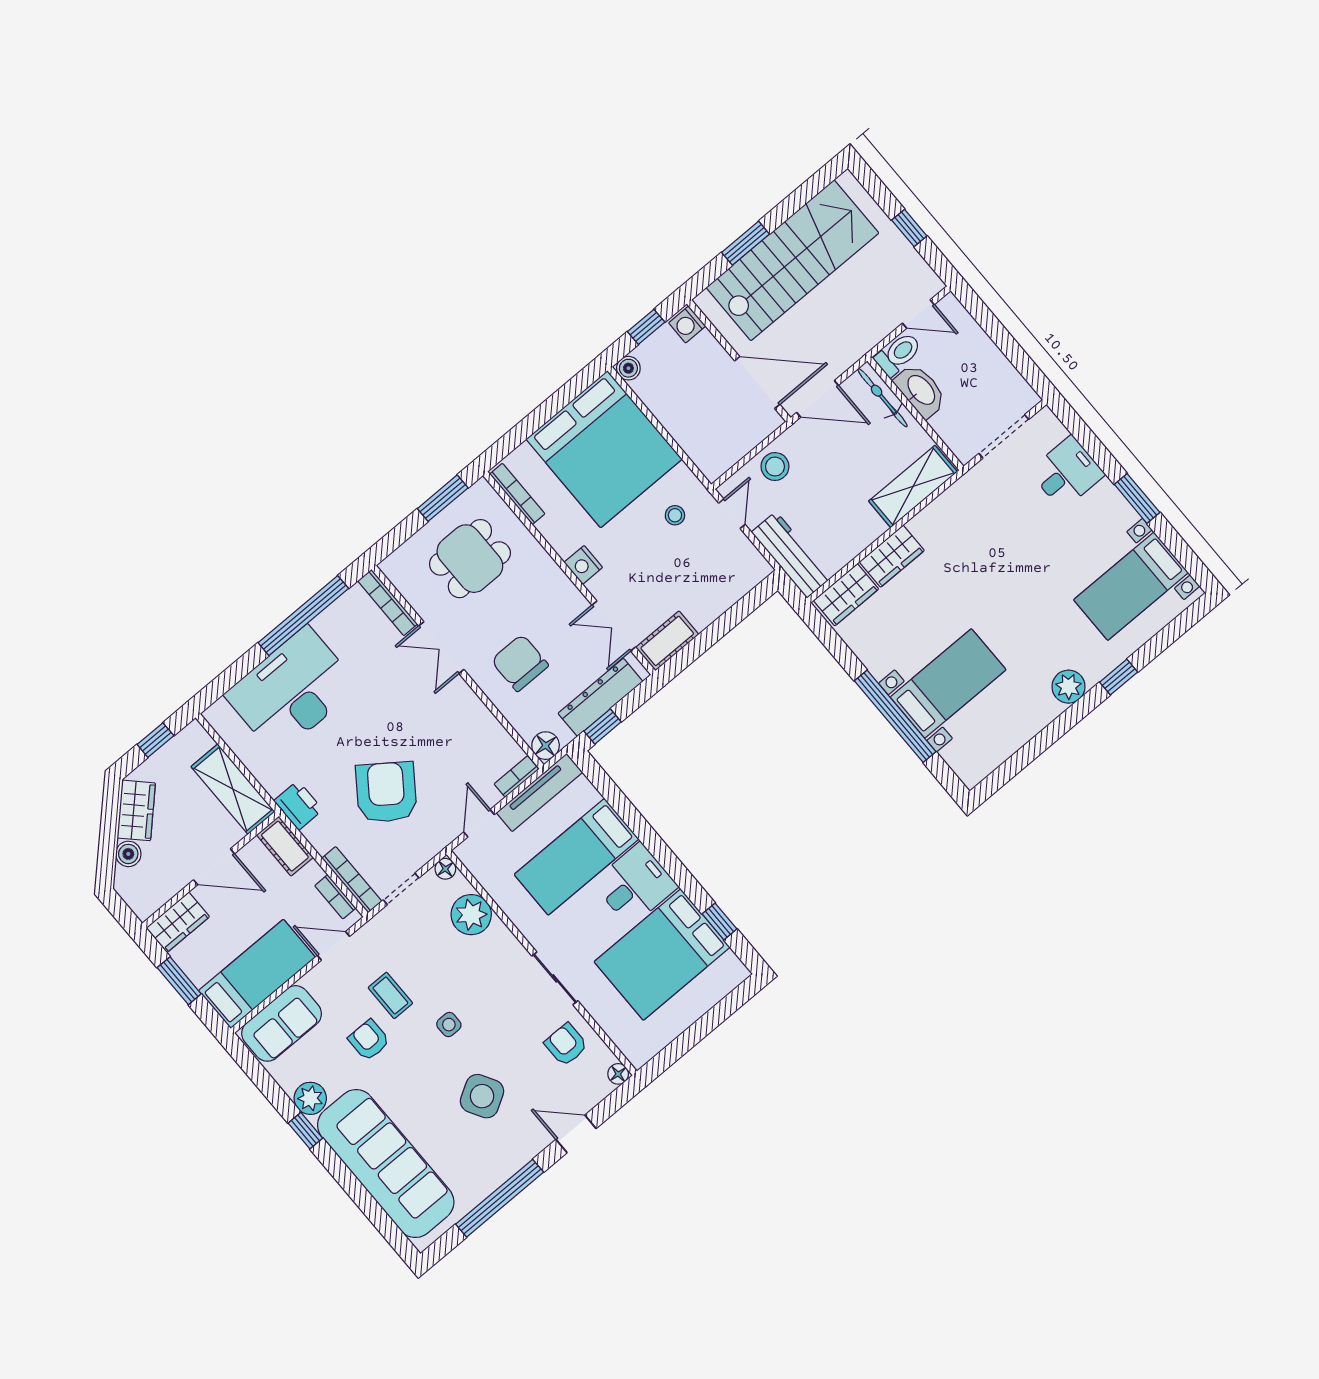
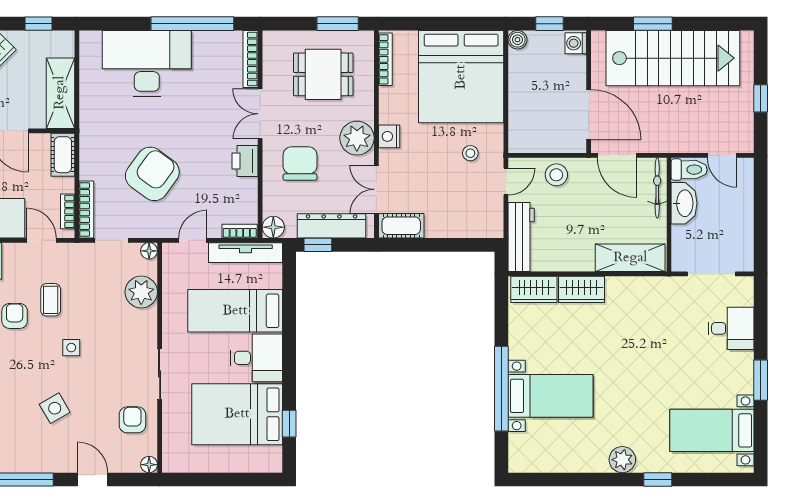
plant: (554, 592) -> (357, 138), added
printer: (298, 805) -> (245, 161), moved, turned 180
side table: (482, 1096) -> (55, 408), width x0.73, depth x0.73

